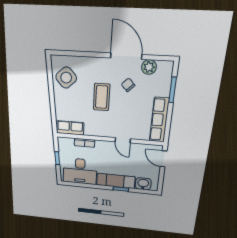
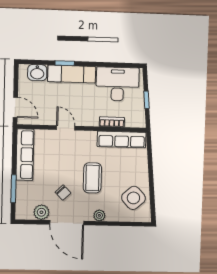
plant: (96, 62) -> (99, 215), added
row of seats: (70, 128) -> (122, 139), width x1.48

